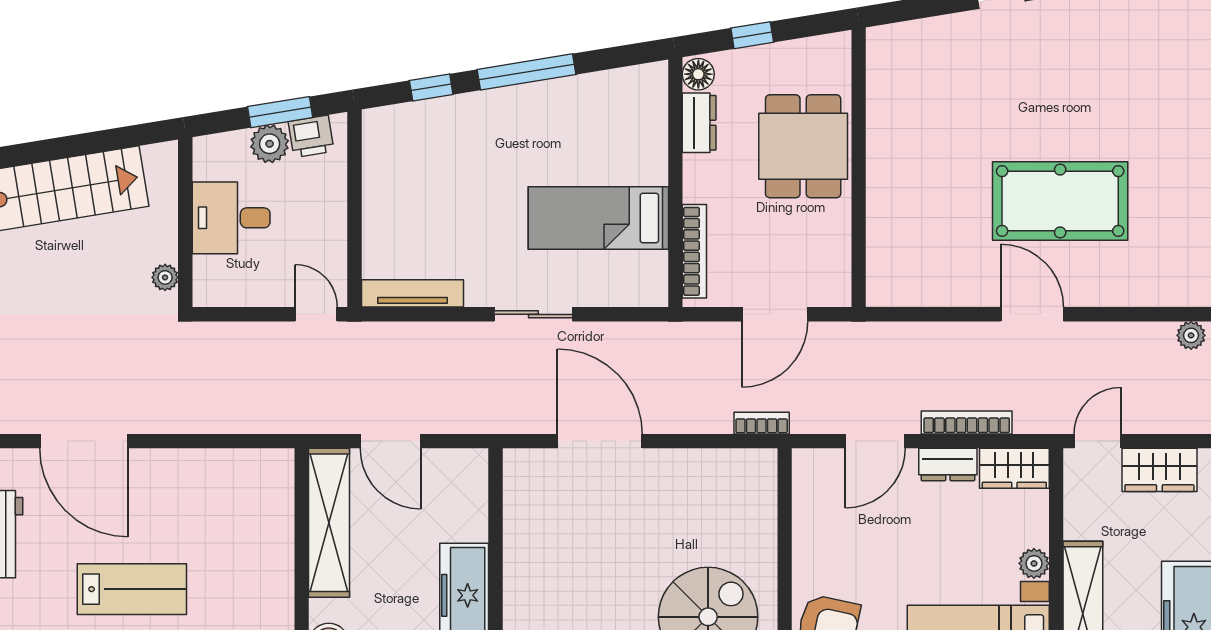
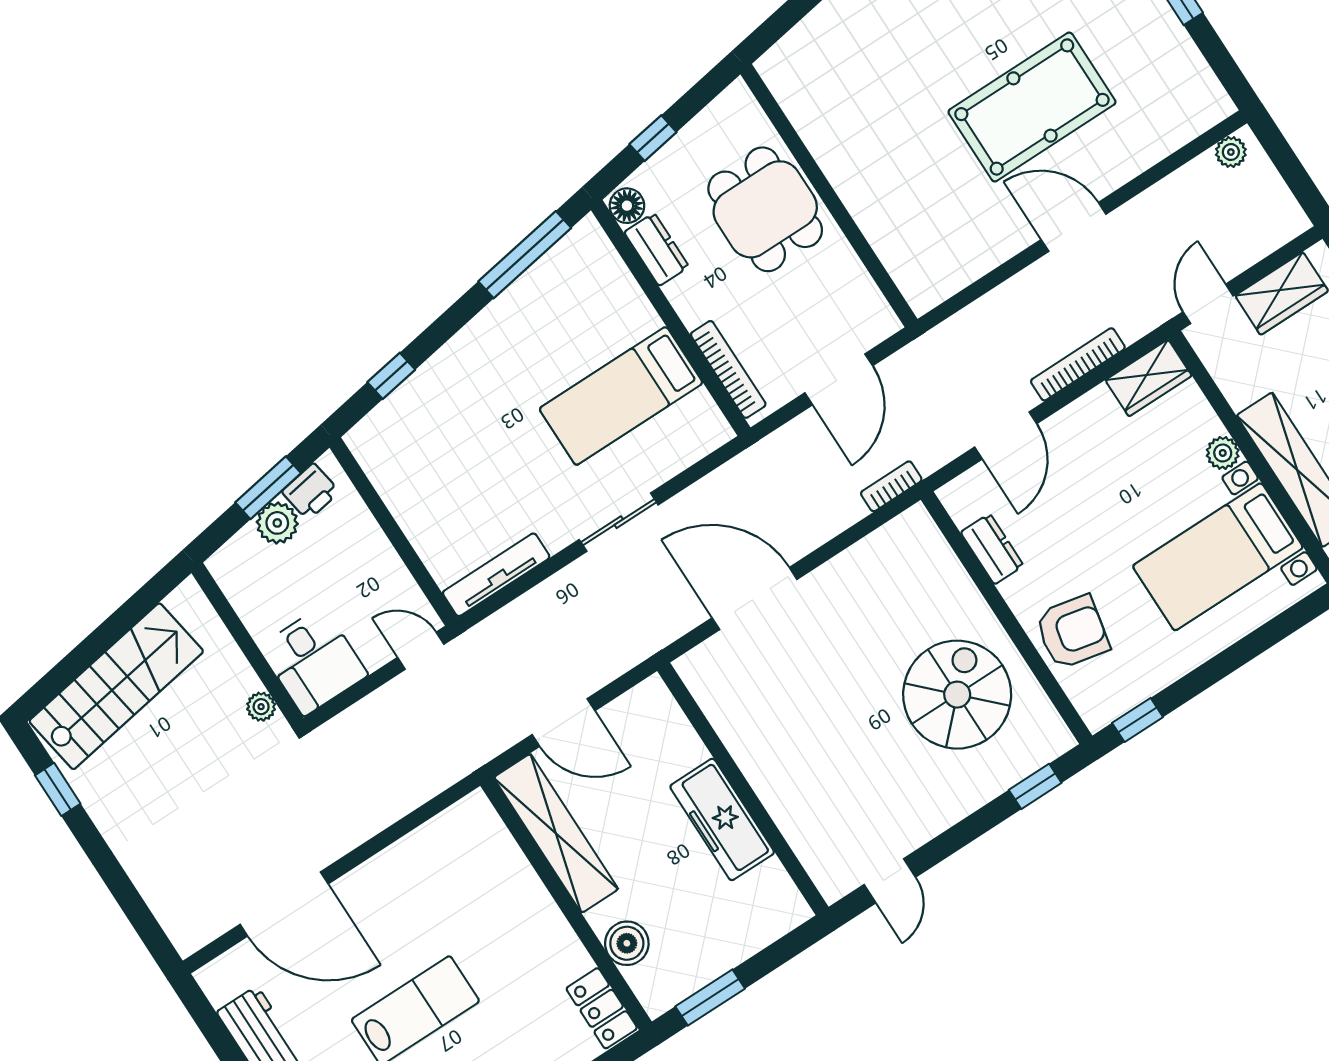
window: (526, 72) -> (525, 255), moved
desk: (231, 218) -> (313, 661), moved, turned -90
dresser: (948, 465) -> (992, 549), moved, turned -90

